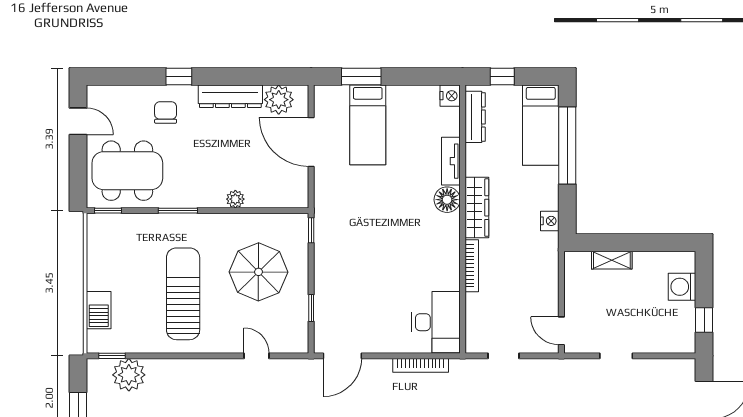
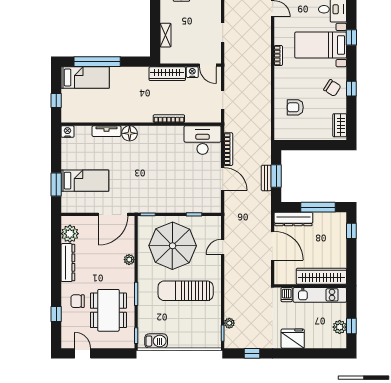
window: (179, 76) -> (56, 314), moved
dresser: (475, 117) -> (80, 117), removed
door: (78, 121) -> (83, 353), hinge flipped
door: (311, 142) -> (113, 214), moved
dining table: (127, 171) -> (108, 310), moved
wardrobe: (477, 208) -> (167, 74), moved, turned 180
nightstand: (550, 221) -> (192, 72), moved
parasol: (259, 272) -> (173, 246), width x1.36, depth x1.36
barbecue: (99, 310) -> (156, 341), moved
door: (561, 331) -> (208, 65), hinge flipped
door: (342, 356) -> (223, 179), moved
plant: (129, 375) -> (229, 323), width x0.53, depth x0.53

